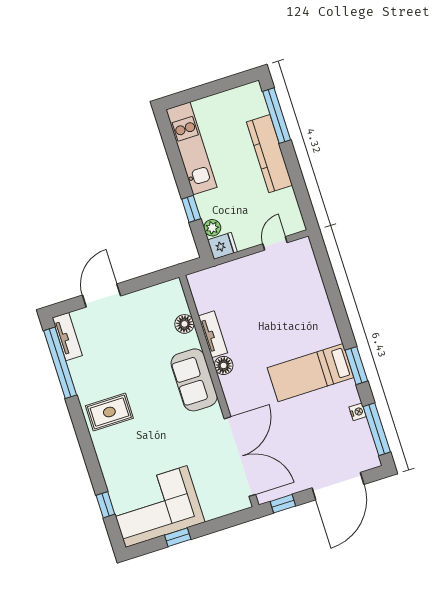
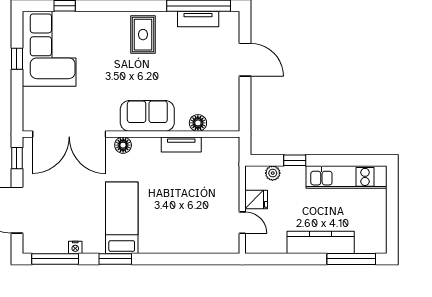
fridge: (222, 246) -> (256, 200), moved, turned -90
tv unit: (67, 337) -> (198, 19), moved
floor lamp: (224, 365) -> (123, 145), moved

